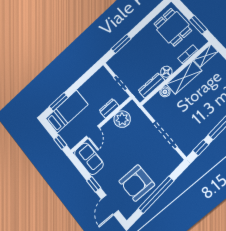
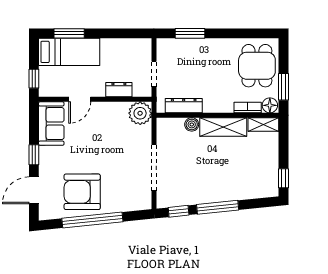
floor lamp: (166, 72) -> (270, 105), moved
plant: (122, 119) -> (140, 113), moved

